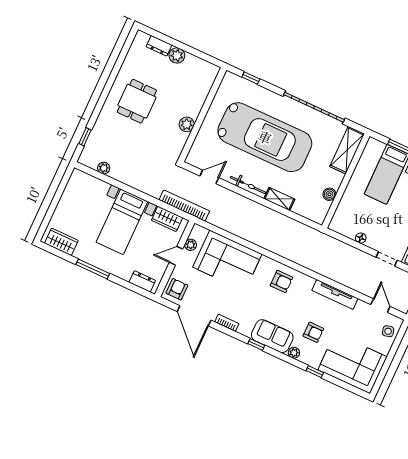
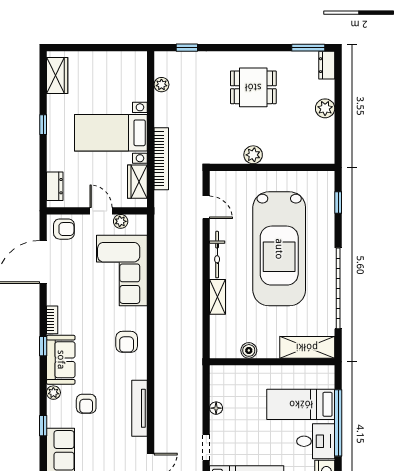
dresser: (159, 46) -> (327, 65), moved
window: (126, 47) -> (308, 48), added
bookcase: (184, 206) -> (161, 159), moved
window: (93, 269) -> (43, 125), width x0.46
bookcase: (227, 323) -> (52, 320), moved

